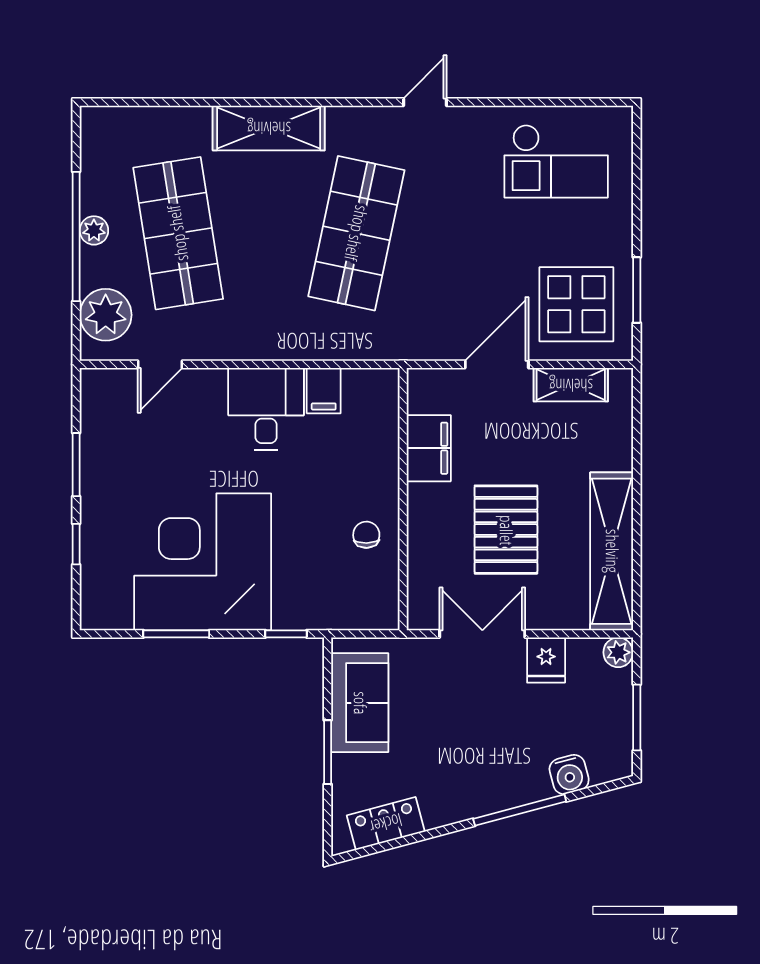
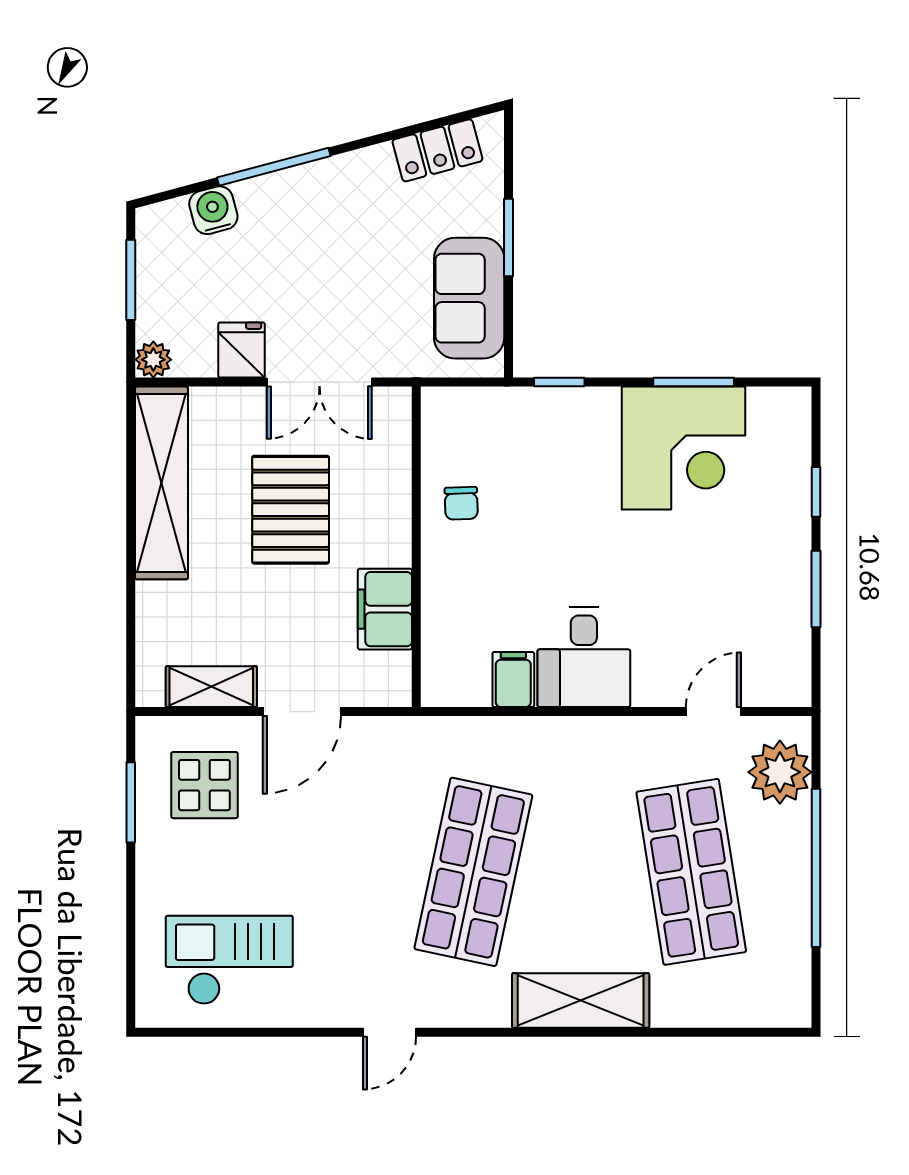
plant: (94, 230) -> (794, 875), removed
display table: (576, 304) -> (204, 785), width x0.73, depth x0.73
corner desk: (203, 562) -> (684, 448), width x0.74, depth x0.74

